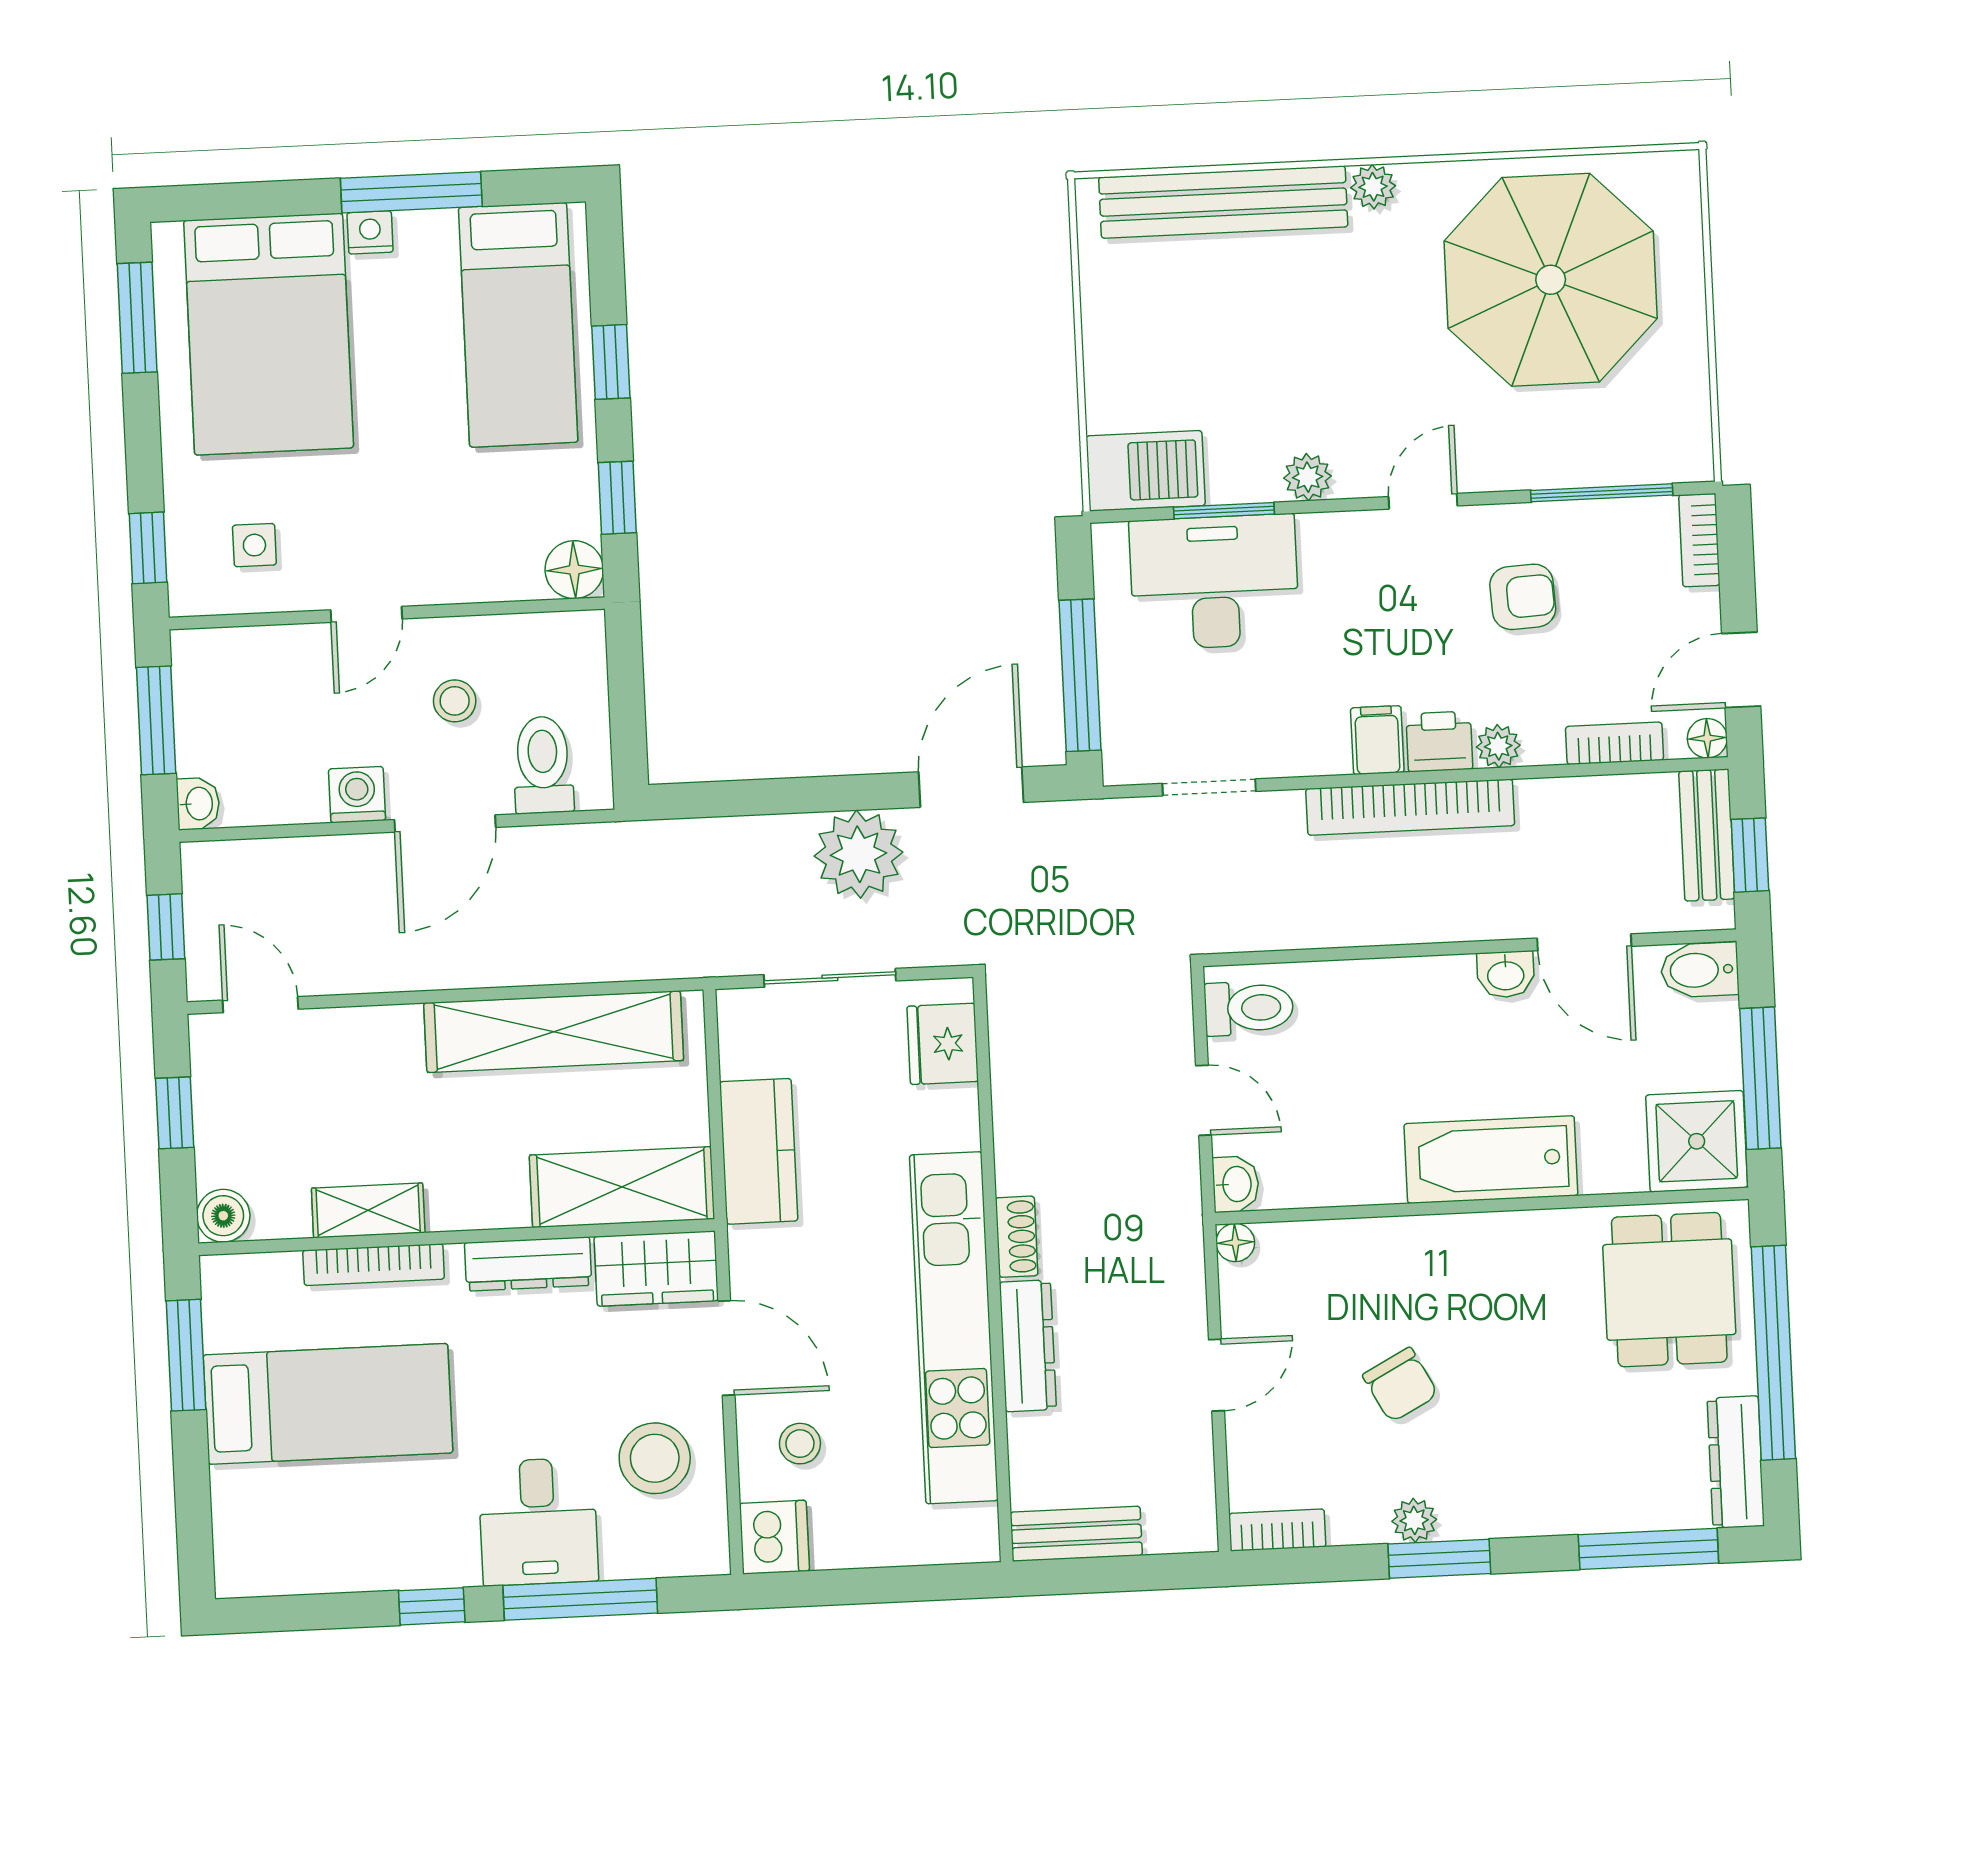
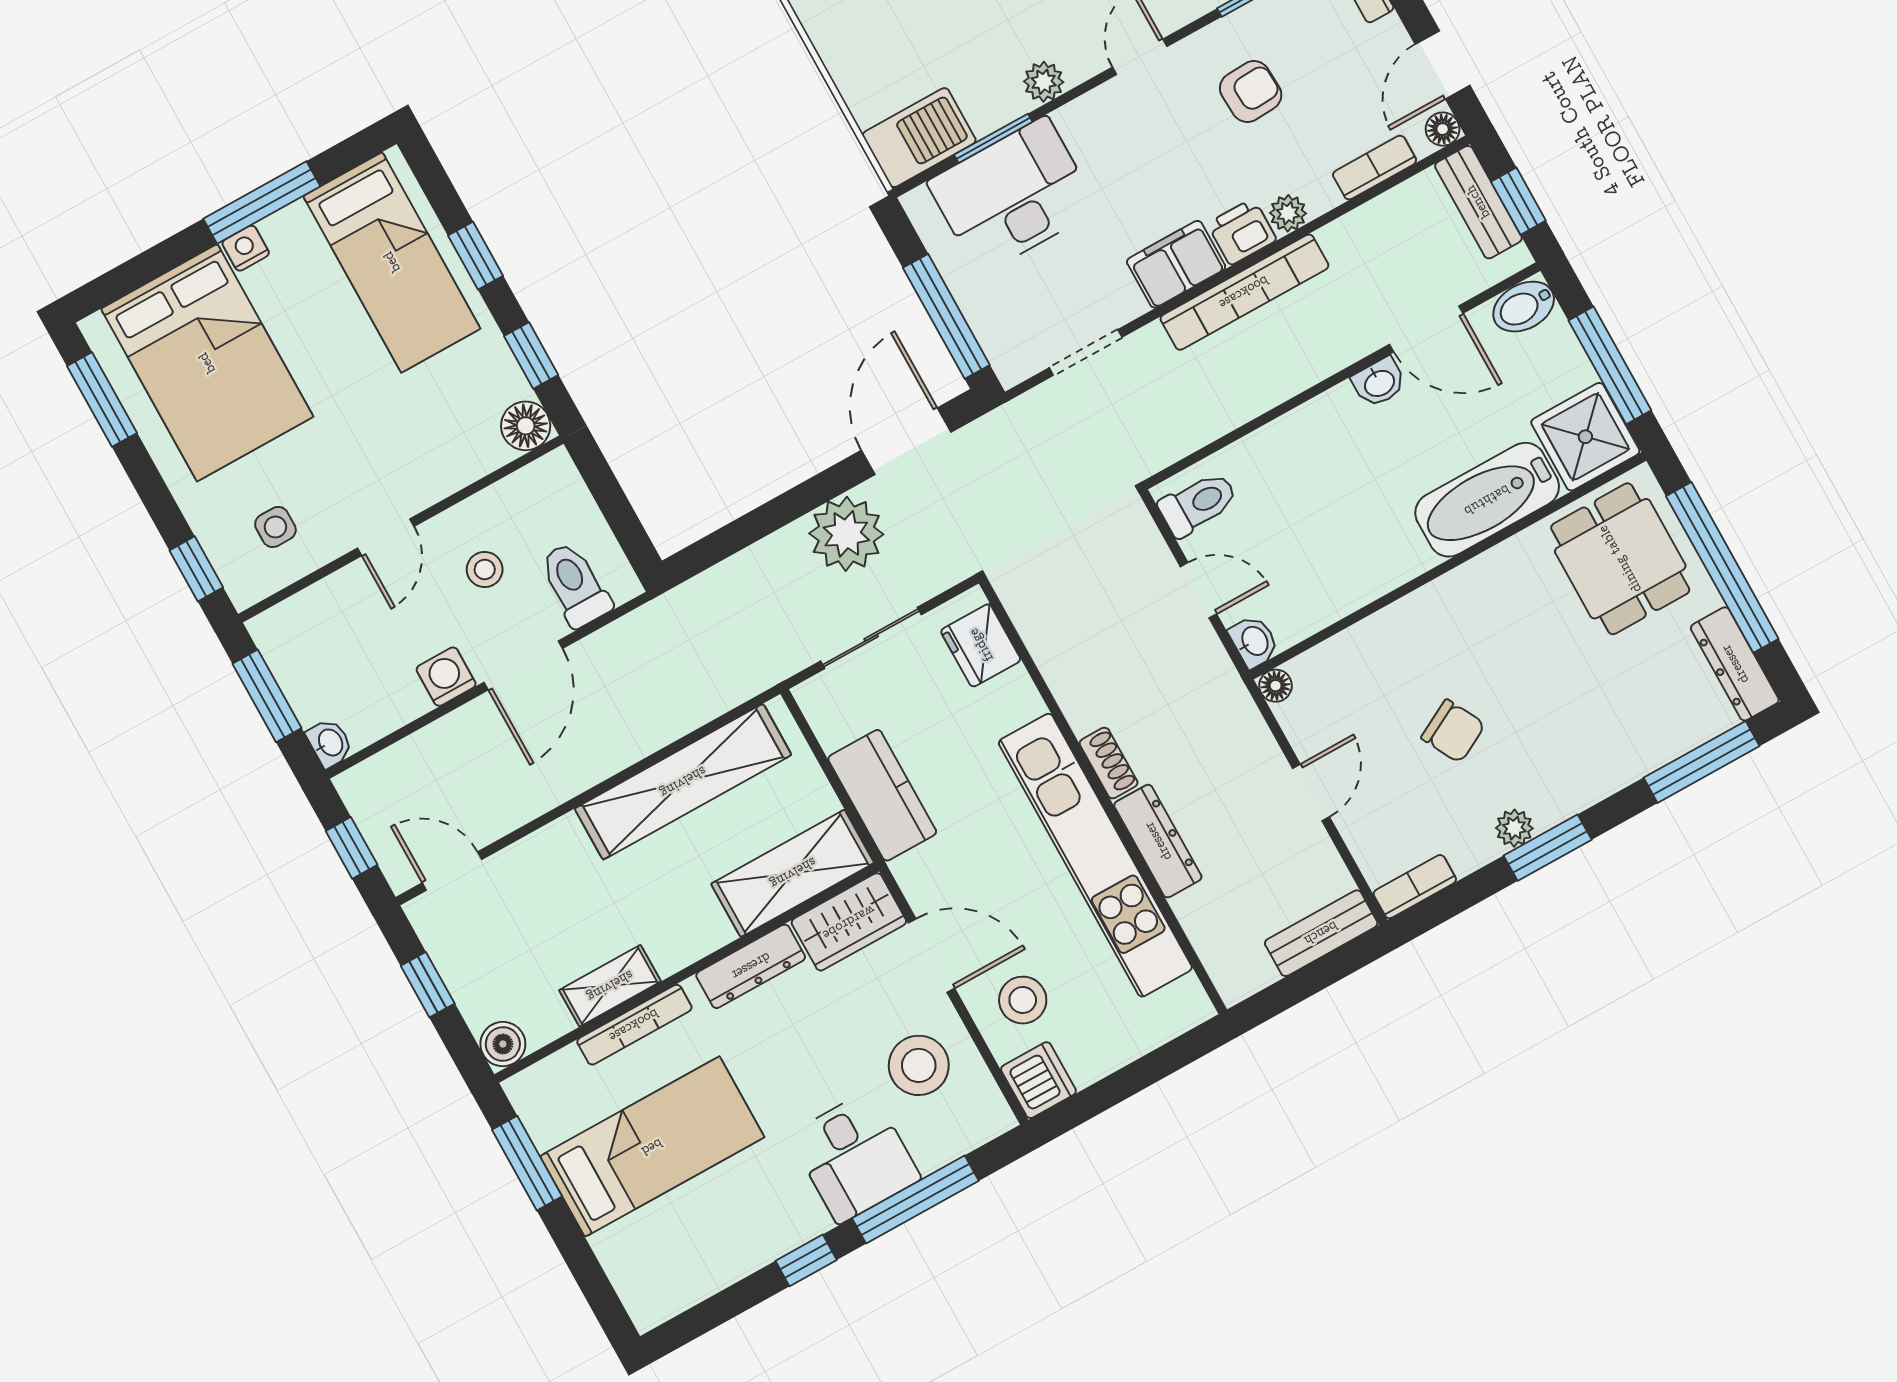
filing cabinet: (1377, 740) -> (1176, 264), width x2.00
bathtub: (1491, 1160) -> (1487, 500), moved
stool: (800, 1444) -> (1023, 1000), width x1.37, depth x1.37
bench: (1076, 1534) -> (1321, 933), moved

